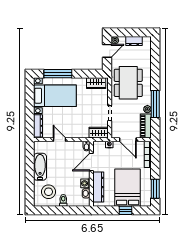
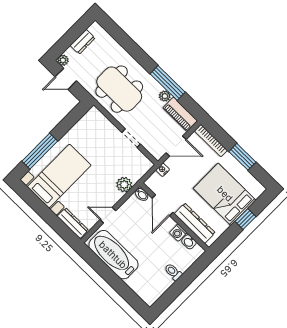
door: (107, 51) -> (66, 79), swing flipped
wardrobe: (96, 83) -> (87, 122), removed
plant: (83, 133) -> (124, 185), added
wardrobe: (99, 133) -> (140, 169), removed
bathtub: (40, 167) -> (113, 255), width x1.36, depth x1.36
window: (155, 189) -> (242, 157), moved
stool: (49, 192) -> (150, 278), removed

